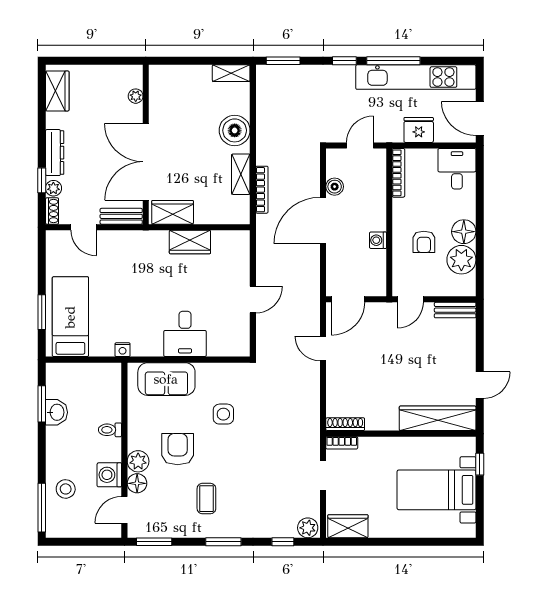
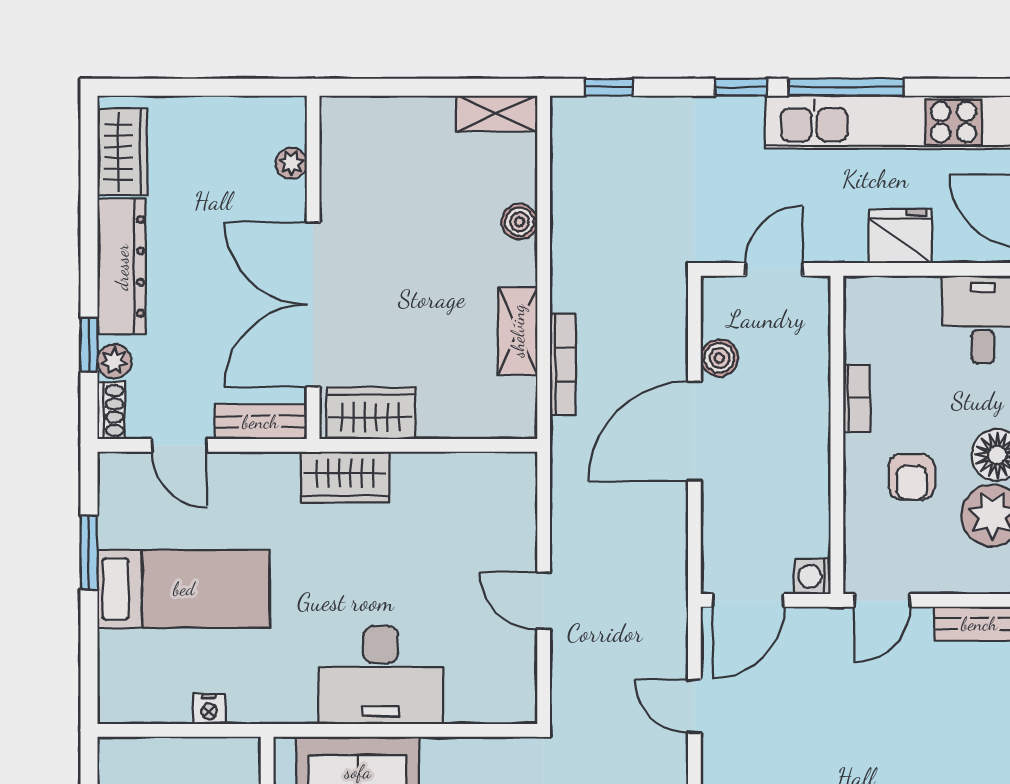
window: (283, 61) -> (609, 87), width x0.67
boiler: (235, 130) -> (520, 222), width x0.54, depth x0.54
dresser: (55, 153) -> (122, 267), width x1.37, depth x1.24
bookcase: (398, 173) -> (857, 399), moved, width x0.64
washing machine: (378, 240) -> (813, 576), moved
wardrobe: (190, 242) -> (345, 477), moved
door: (253, 300) -> (544, 601), swing flipped
window: (42, 312) -> (89, 553), moved
bed: (70, 317) -> (184, 589), moved, turned 90
desk: (185, 334) -> (380, 675), width x1.37
nightstand: (123, 350) -> (209, 709), moved

